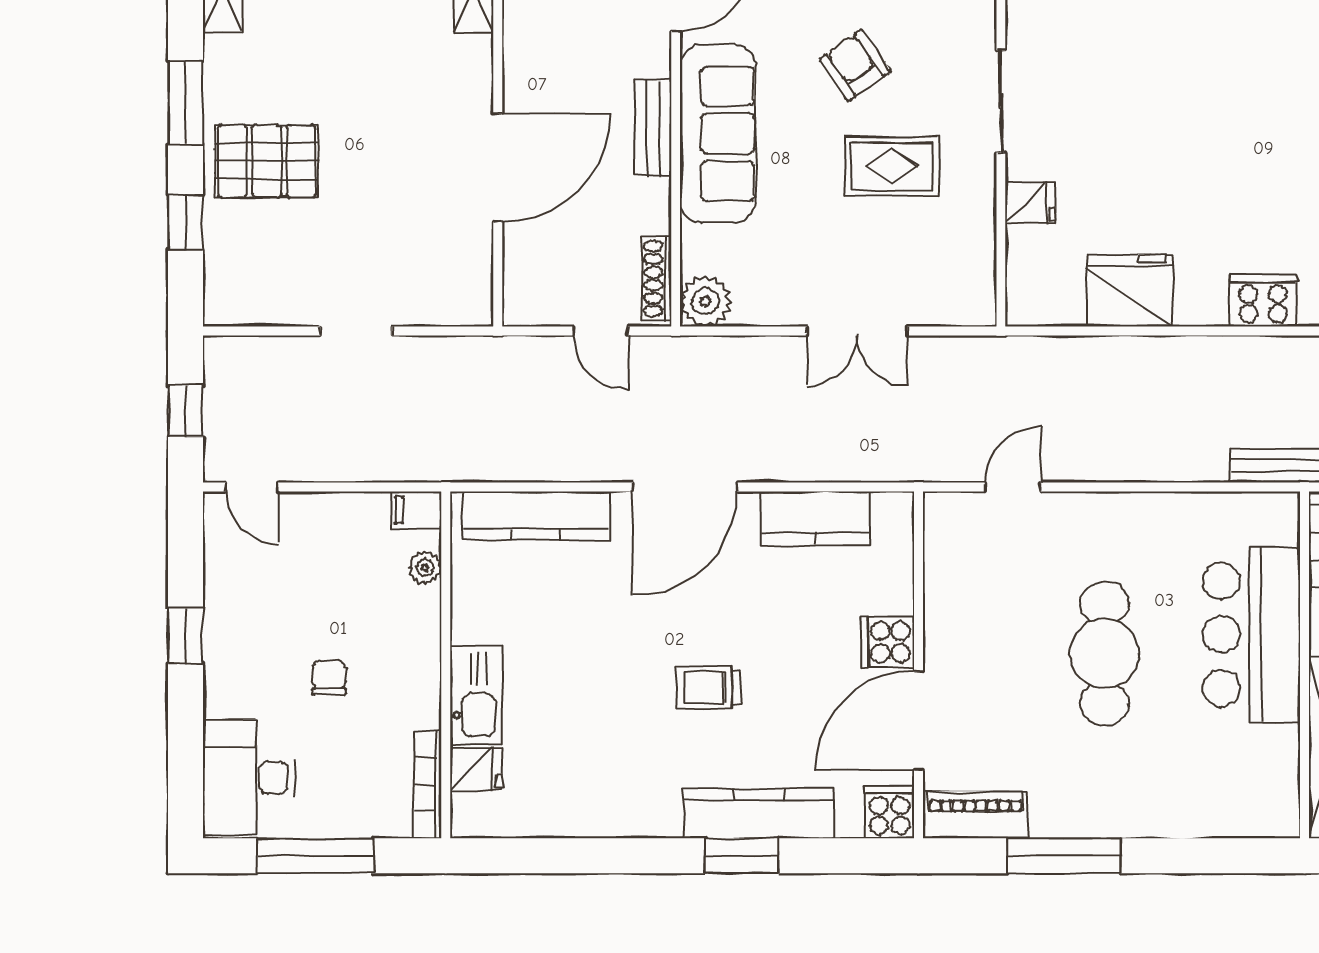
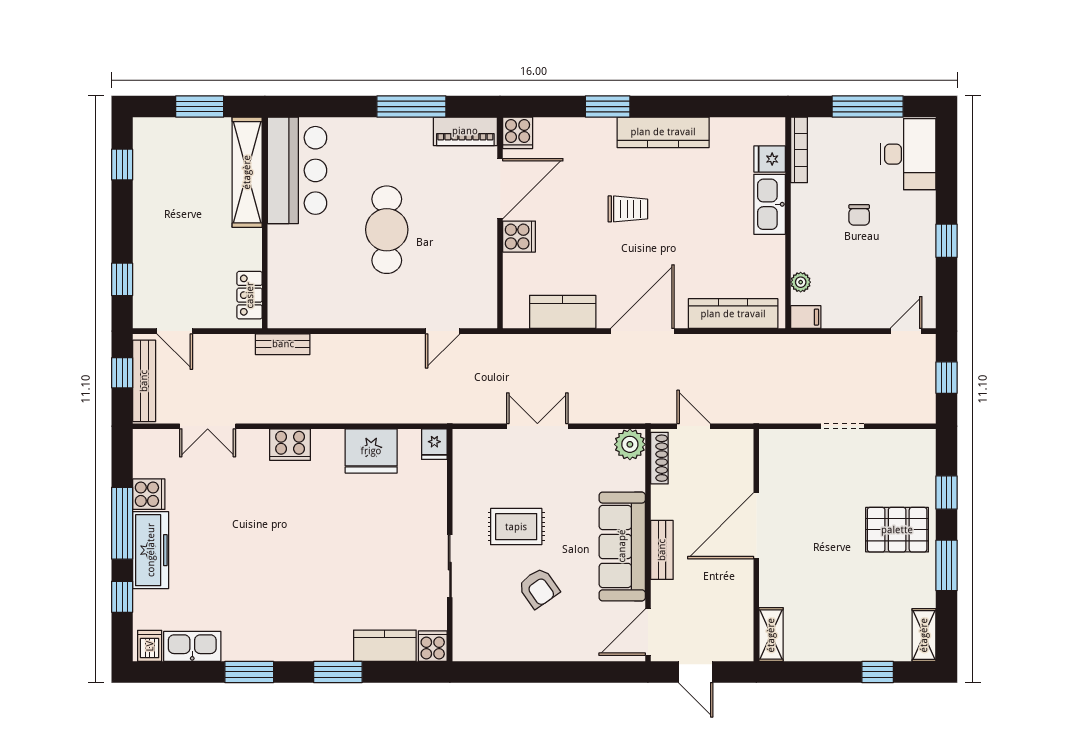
fridge: (1030, 203) -> (434, 444), moved, turned -90
door: (252, 487) -> (906, 331), hinge flipped
bar counter: (1251, 635) -> (297, 170), moved
kitchen counter: (759, 813) -> (663, 132), moved

